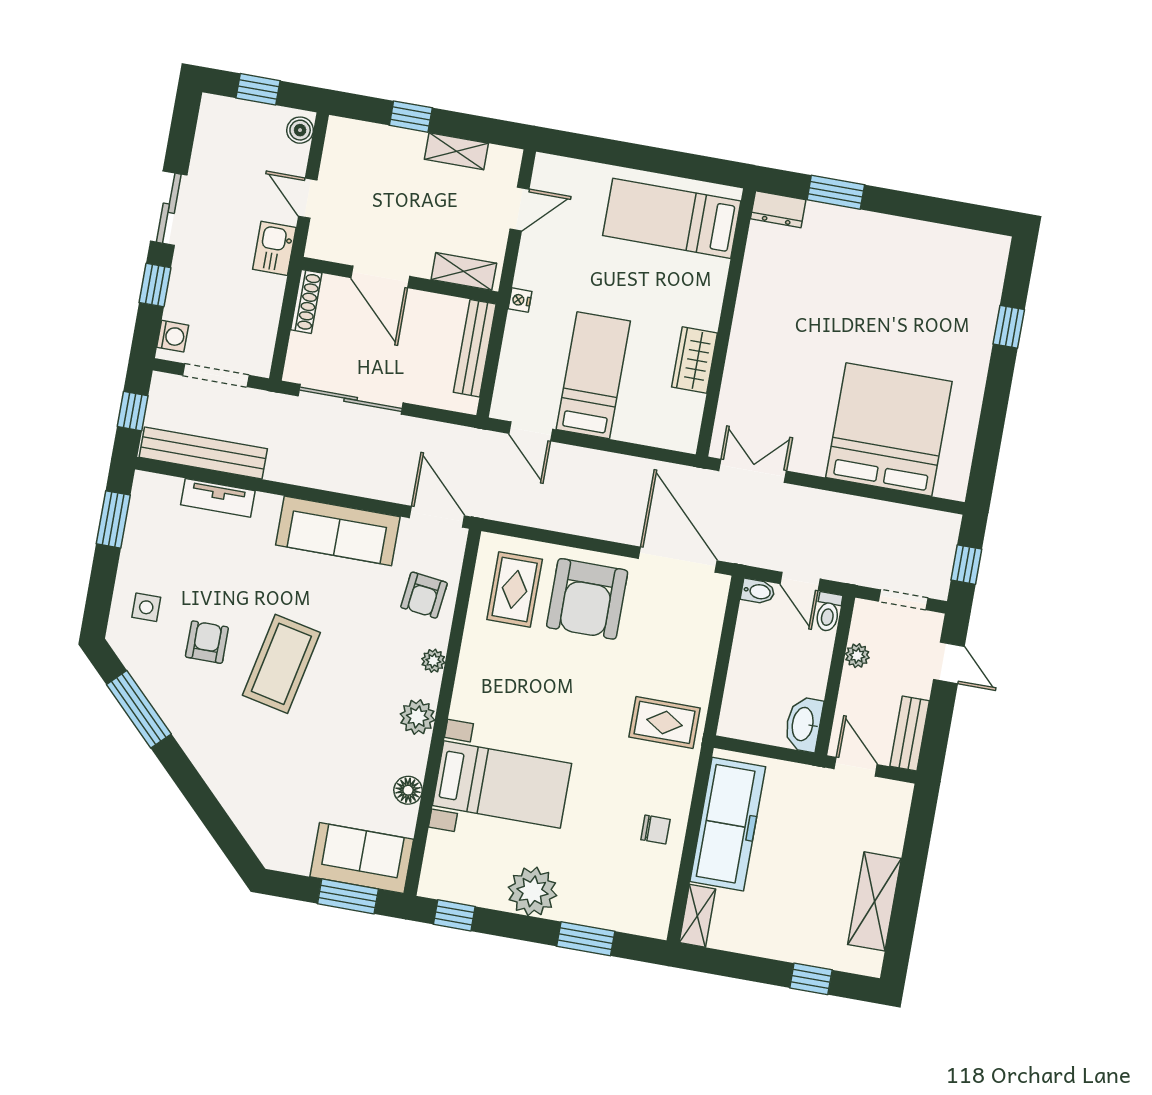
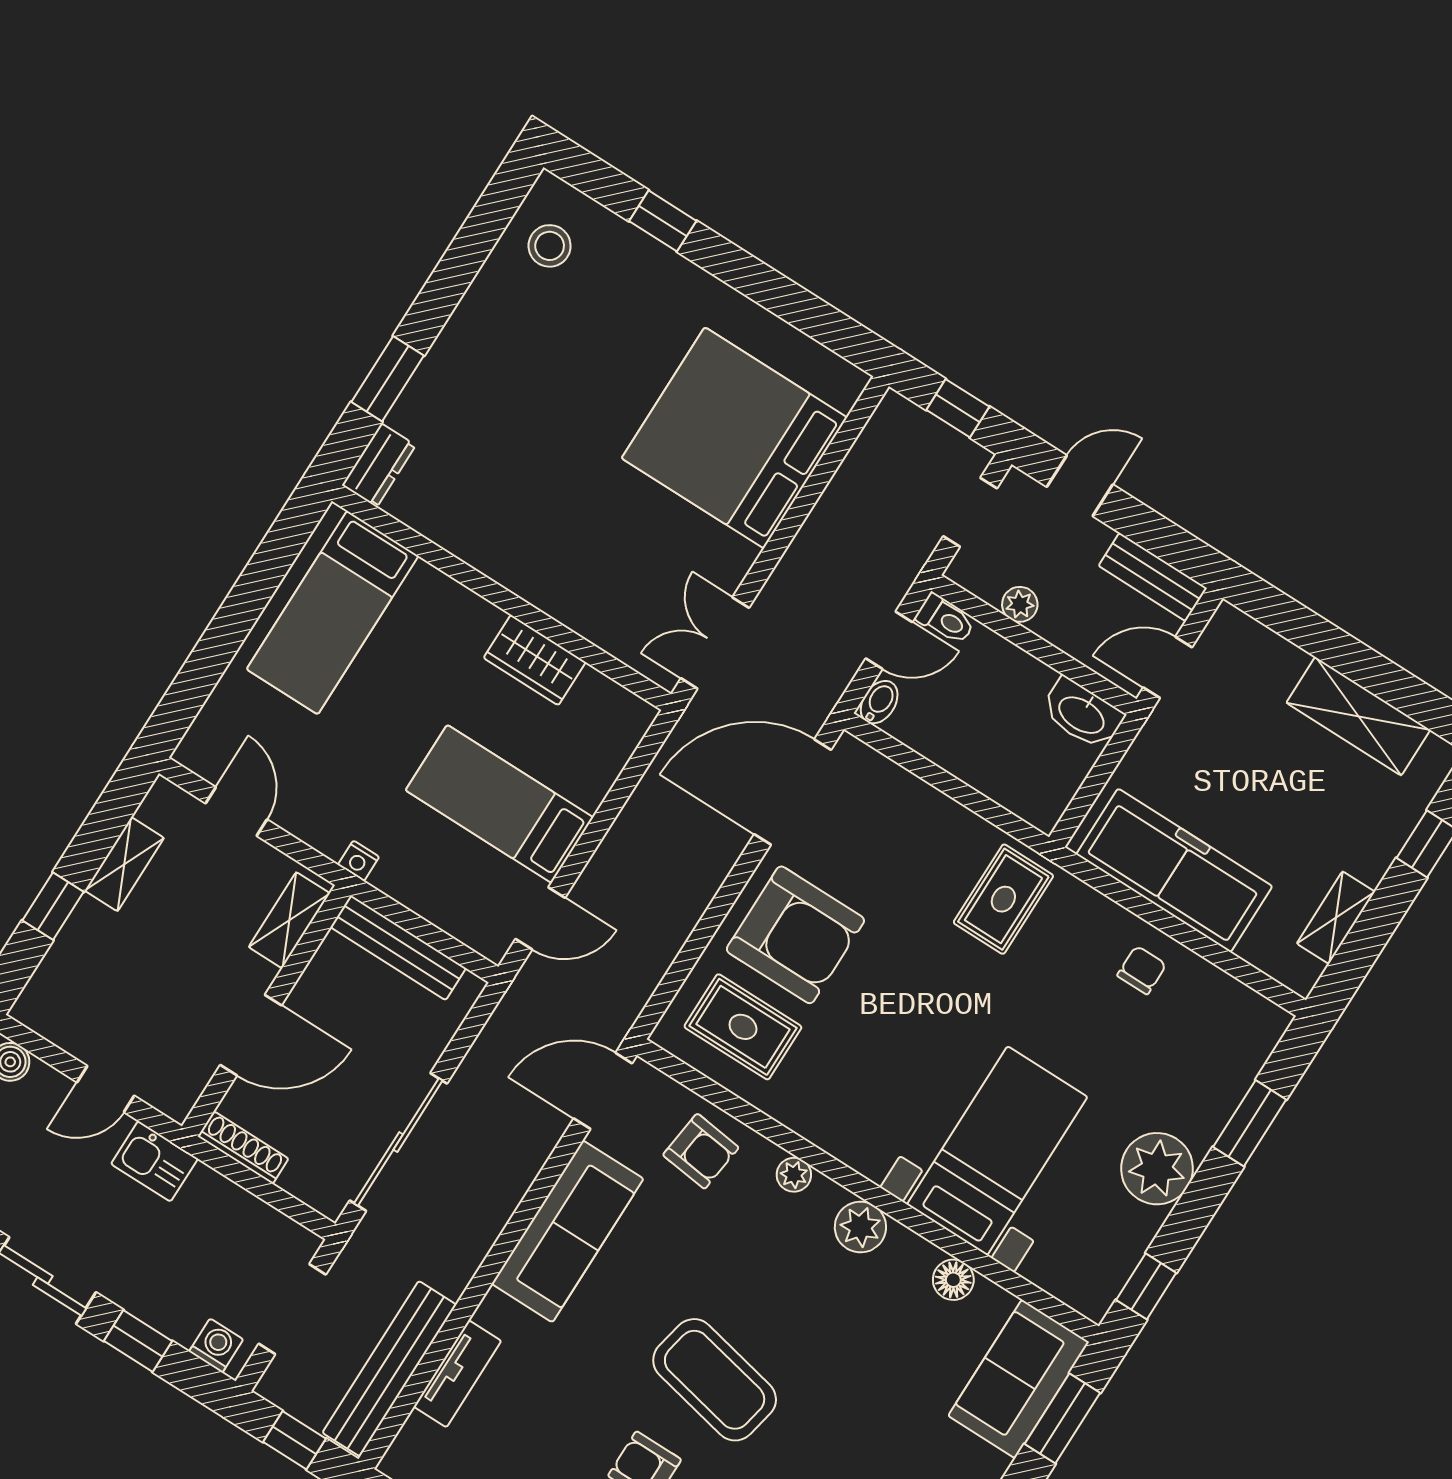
stool: (963, 261) -> (550, 246), added
shelving: (697, 916) -> (1336, 918), moved, turned 90

